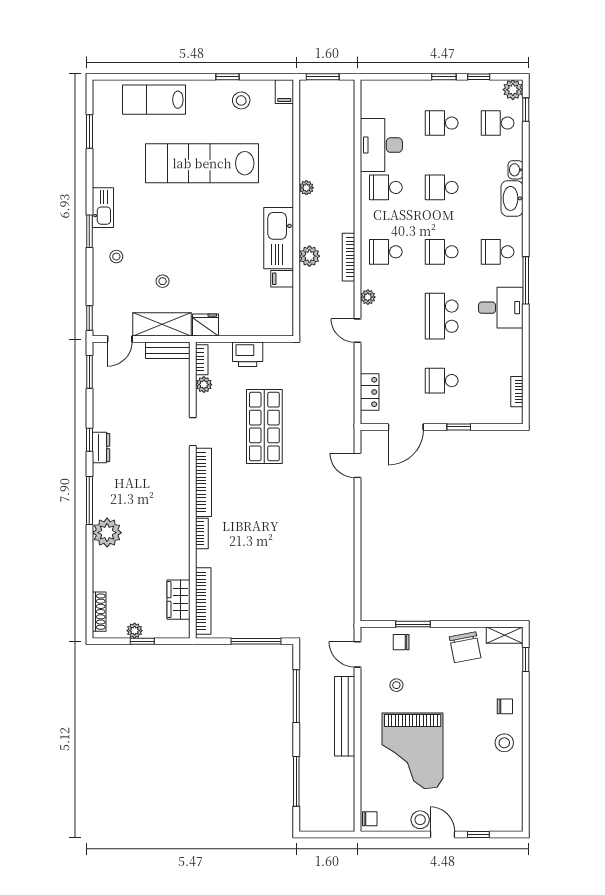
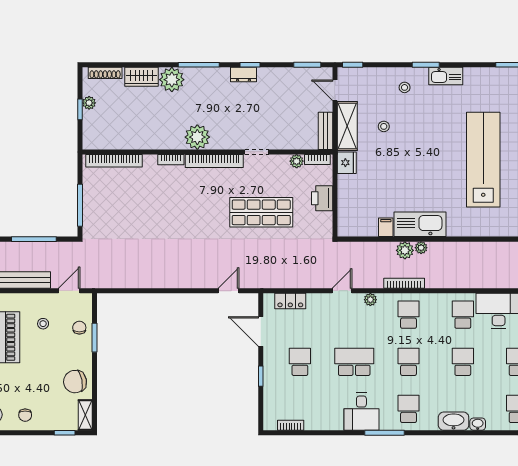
plant: (306, 188) -> (421, 248), moved
plant: (175, 502) -> (197, 137), added
wardrobe: (179, 600) -> (142, 77), moved, turned 180

